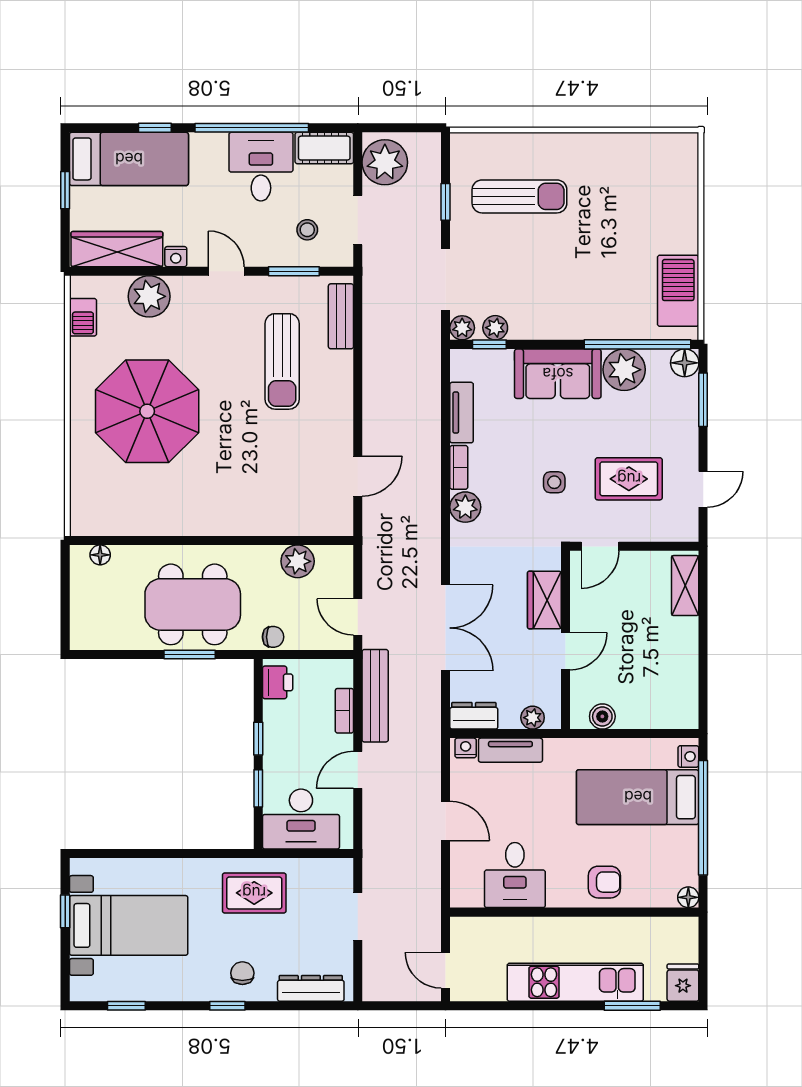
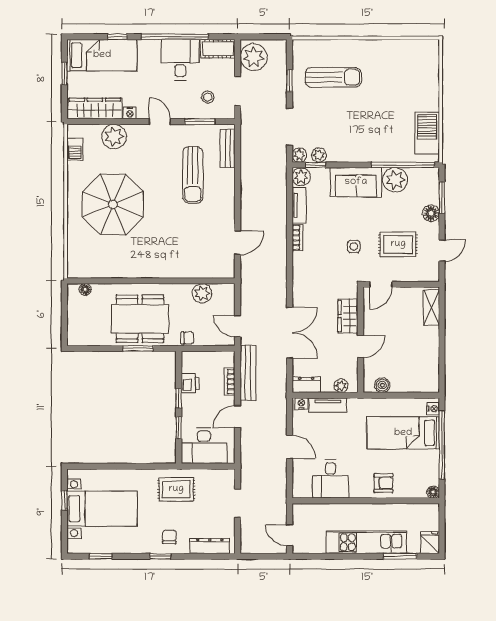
floor lamp: (685, 363) -> (431, 213), moved
plant: (465, 507) -> (301, 177), moved
printer: (278, 682) -> (190, 383), moved

